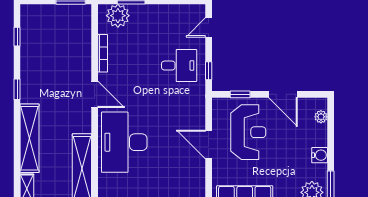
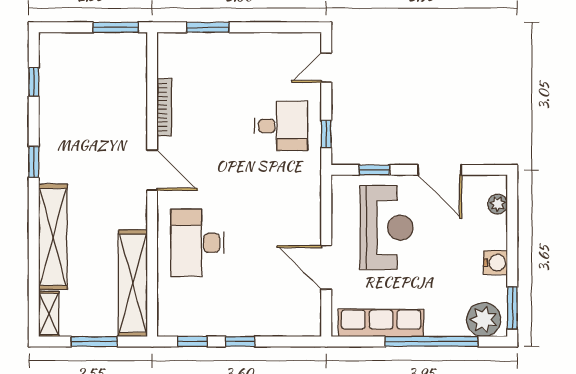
plant: (118, 16) -> (188, 50), removed
desk: (124, 142) -> (197, 243), width x0.73, depth x0.77
door: (209, 145) -> (326, 267), moved

